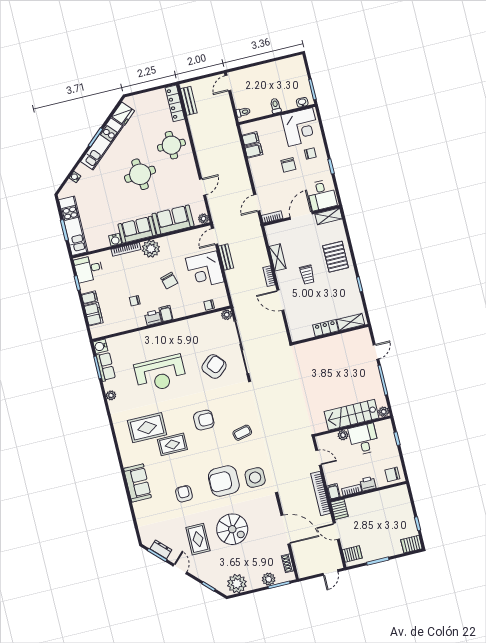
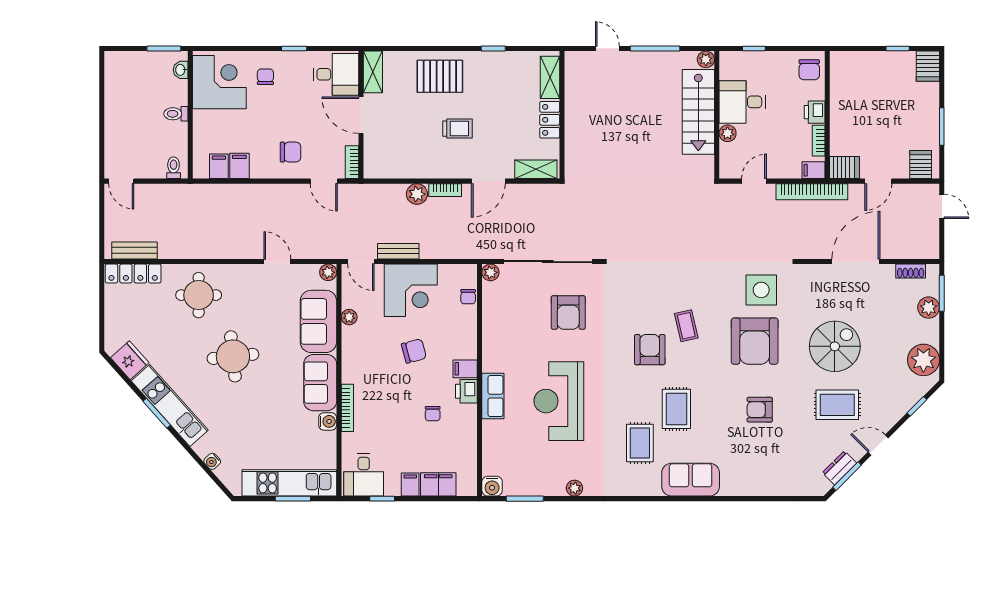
chair: (288, 165) -> (291, 152), moved
plant: (151, 249) -> (349, 317), moved, width x0.53, depth x0.53
shelving: (277, 257) -> (536, 169), moved
plant: (263, 260) -> (417, 194), added
armchair: (214, 366) -> (568, 312), turned -139
row of seats: (106, 367) -> (493, 396), moved, turned 90
reception desk: (160, 374) -> (559, 401), turned 180
rug: (147, 428) -> (640, 443), width x0.73, depth x0.70
coffee table: (242, 433) -> (686, 326), moved
sofa: (137, 483) -> (691, 480), moved

